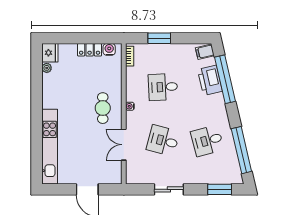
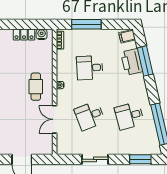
window: (159, 38) -> (86, 24), width x1.44
window: (225, 79) -> (145, 61), width x0.68
desk: (163, 141) -> (90, 116), turned -36

